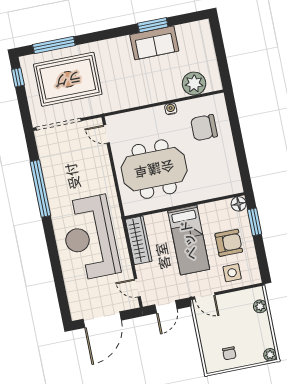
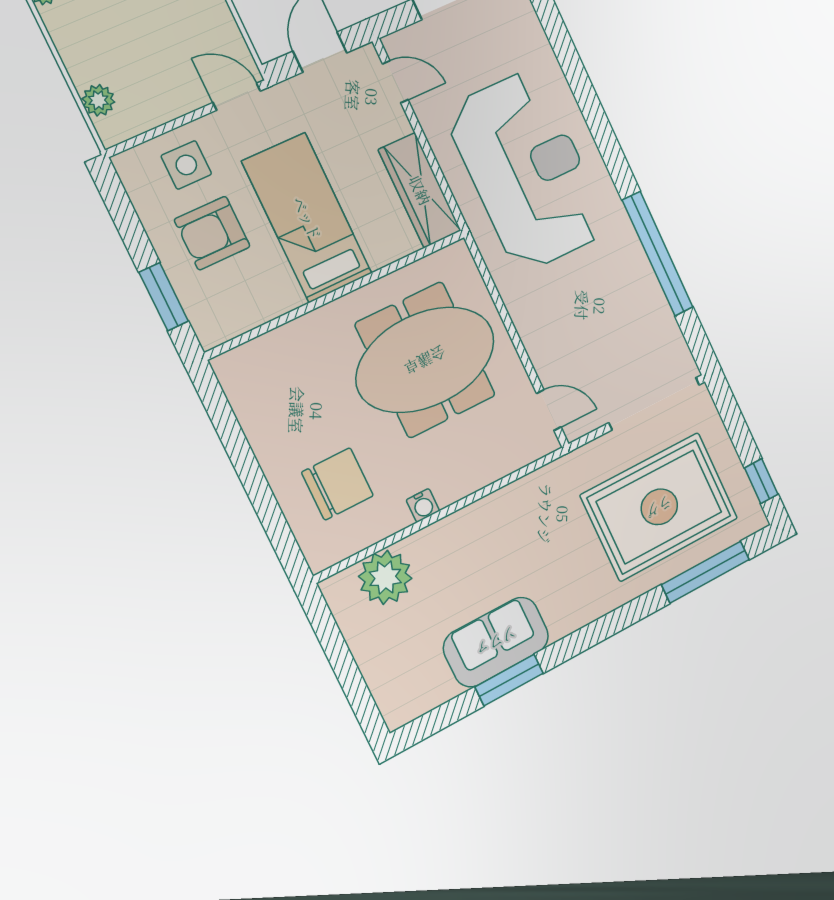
floor lamp: (239, 204) -> (212, 330), removed

